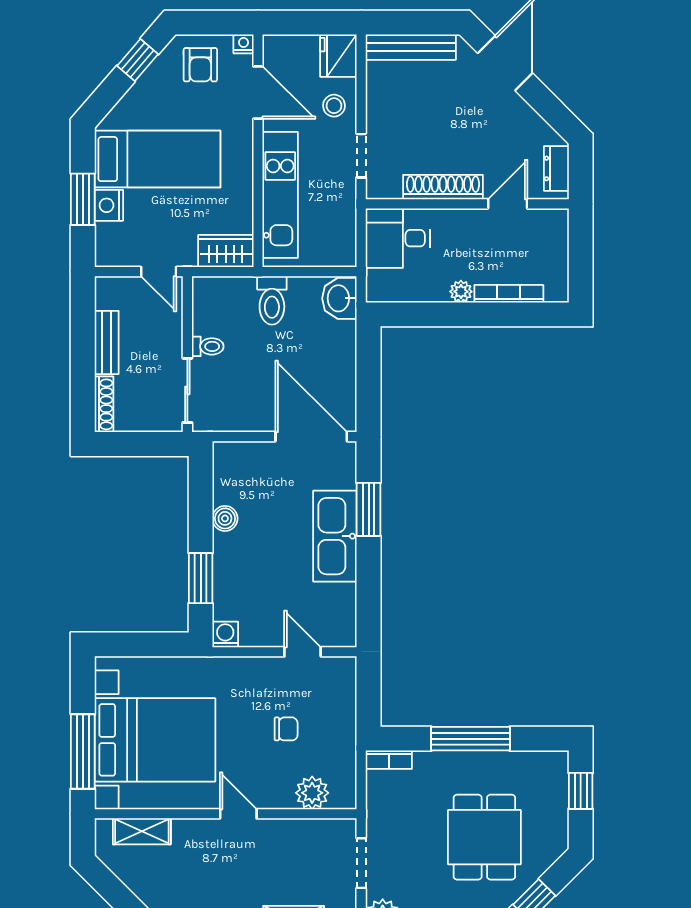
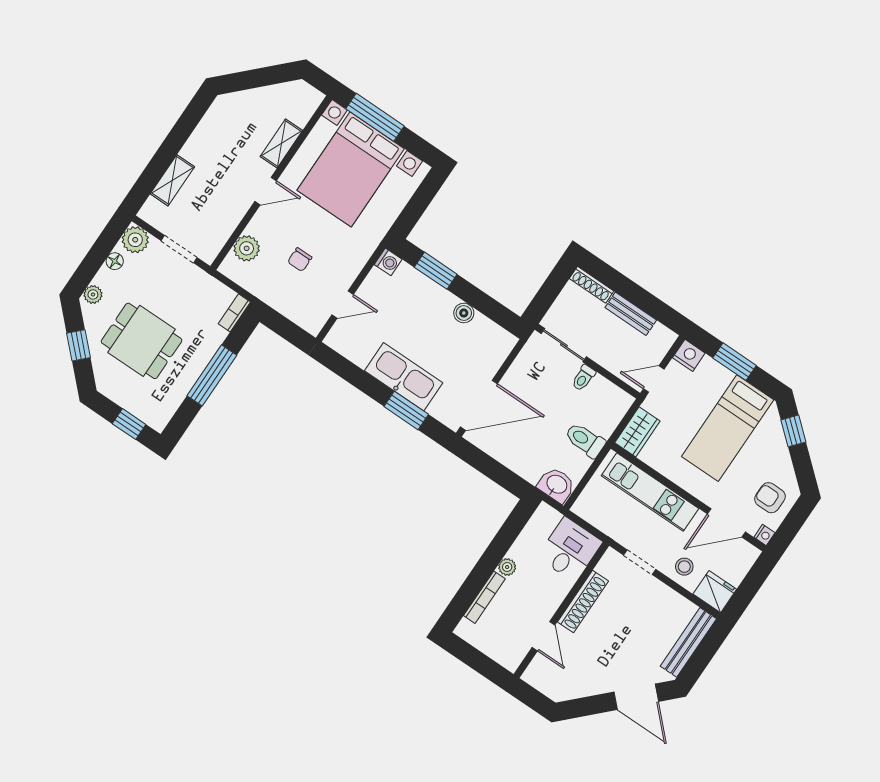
window: (138, 60) -> (793, 431), moved
dresser: (556, 168) -> (545, 684), removed
nightstand: (109, 205) -> (689, 355), moved
shelving: (142, 831) -> (281, 143), moved

